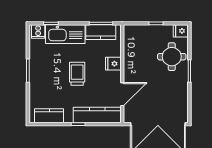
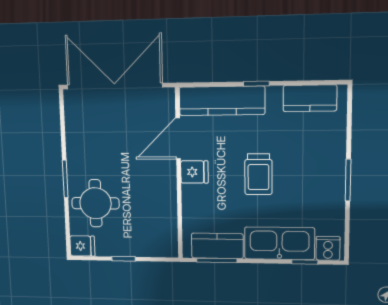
fridge: (113, 64) -> (194, 172), moved

